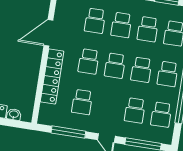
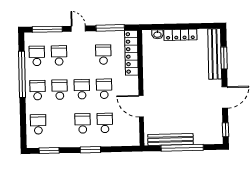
school desk: (148, 29) -> (60, 124), removed
door: (48, 33) -> (141, 106), swing flipped
locker: (52, 77) -> (131, 53), moved

